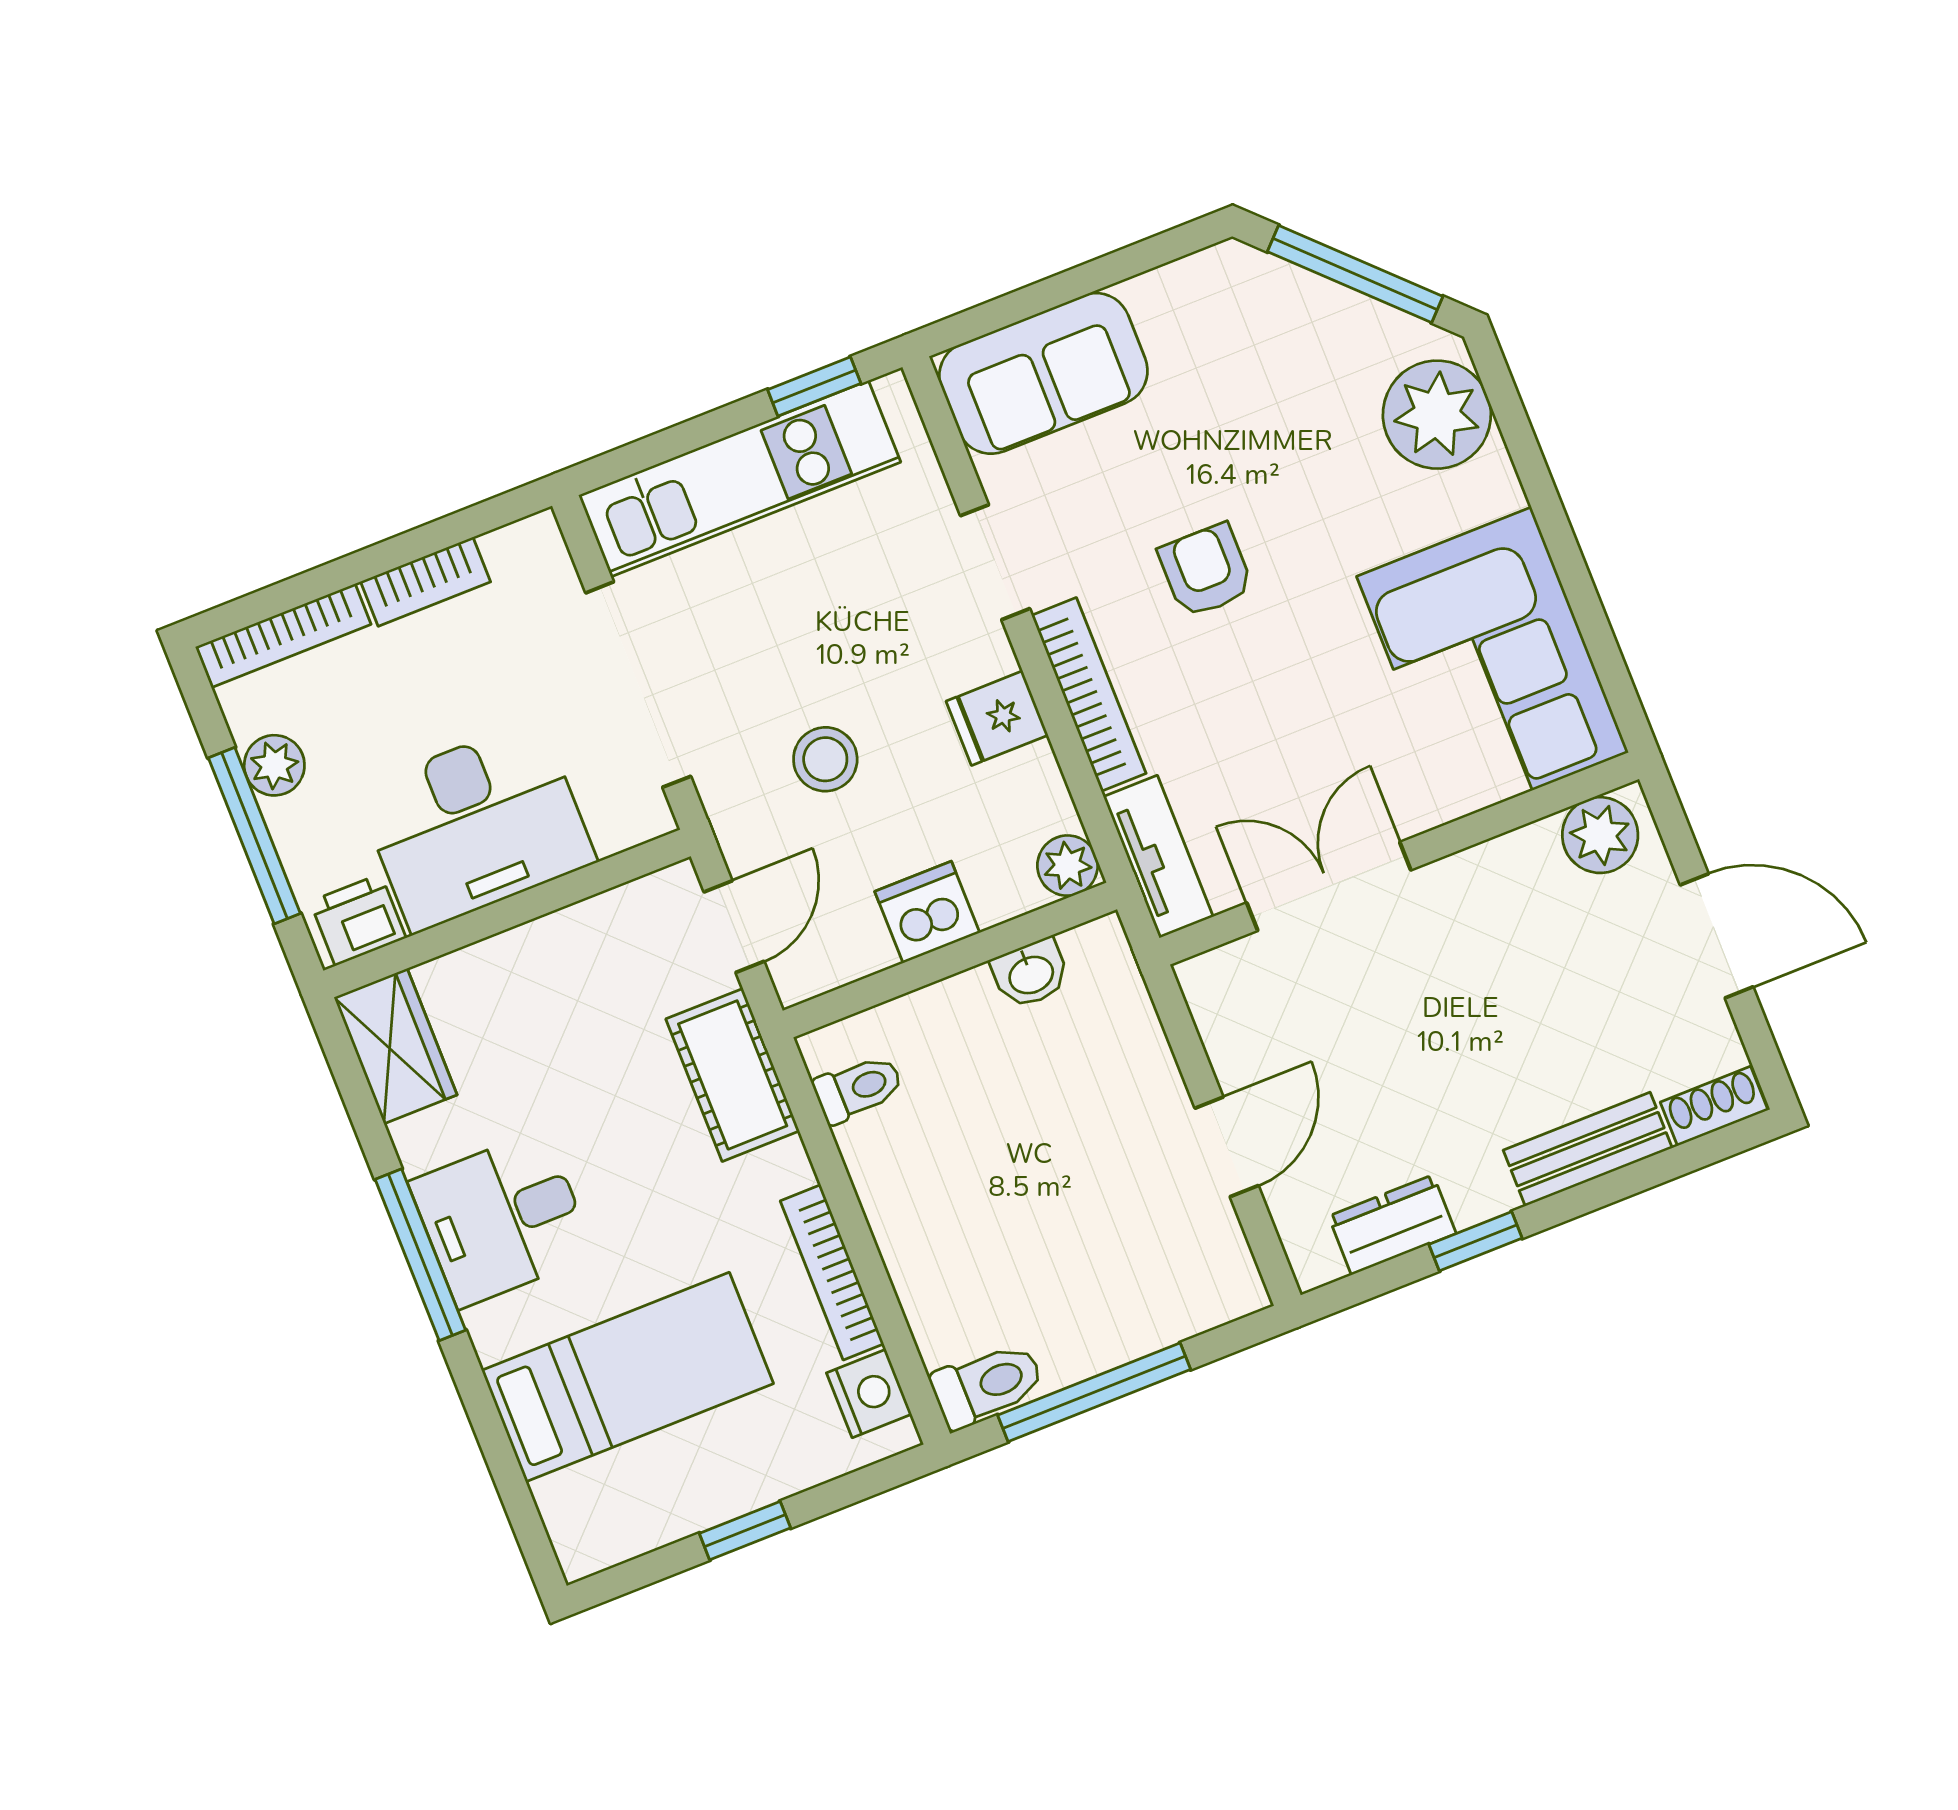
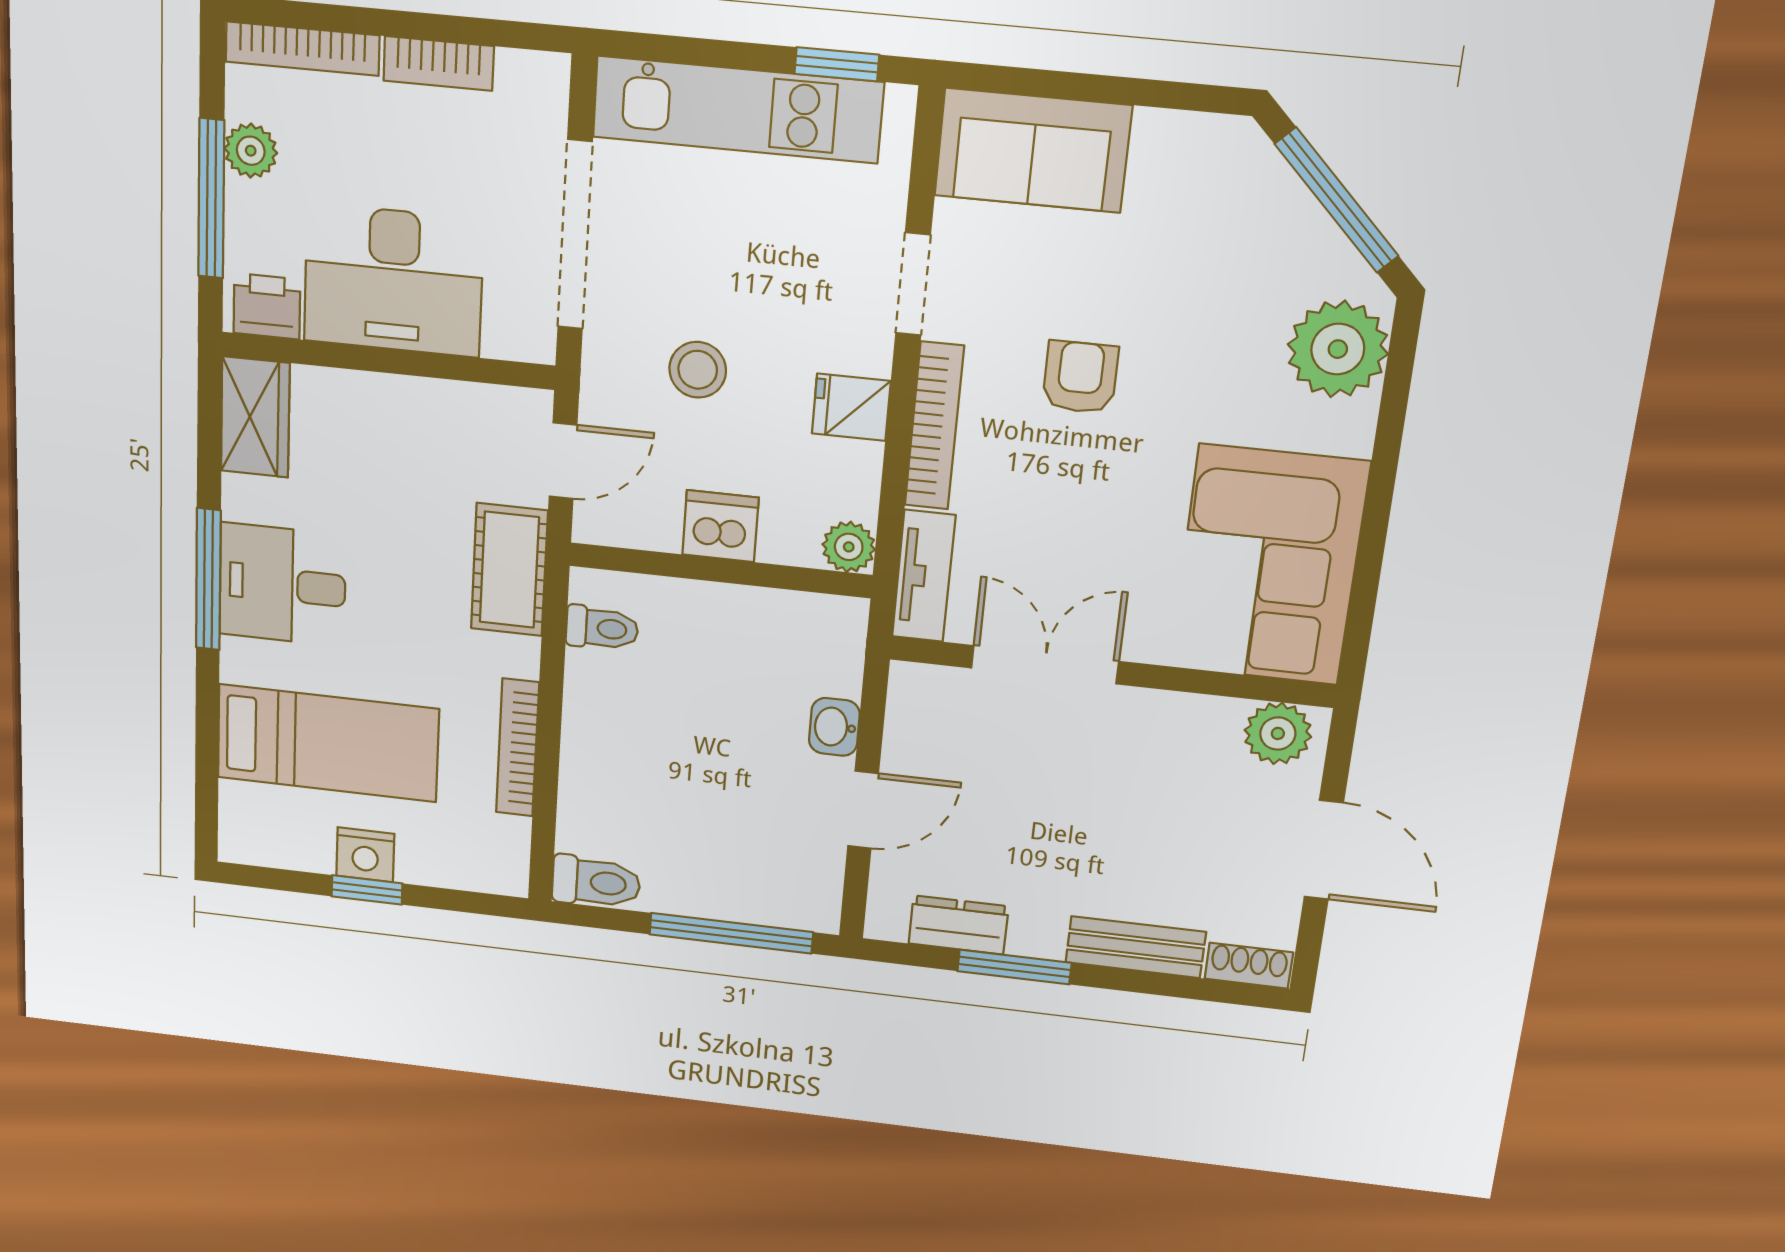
washbasin: (1031, 973) -> (834, 727), moved, turned 90
window: (1475, 1241) -> (1014, 967), width x1.50
window: (1094, 1392) -> (731, 933), moved
nightstand: (869, 1394) -> (365, 855), moved, turned 90

